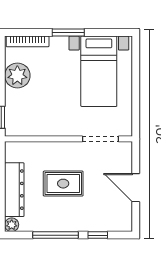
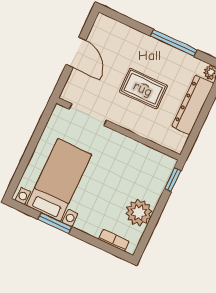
window: (68, 33) -> (55, 223), moved
bookcase: (28, 41) -> (114, 240), width x0.64
window: (98, 235) -> (133, 24), removed

